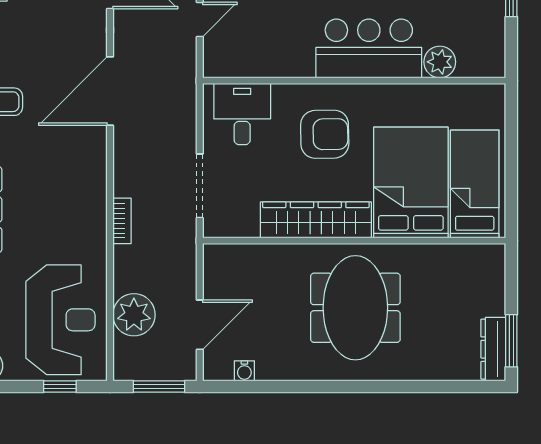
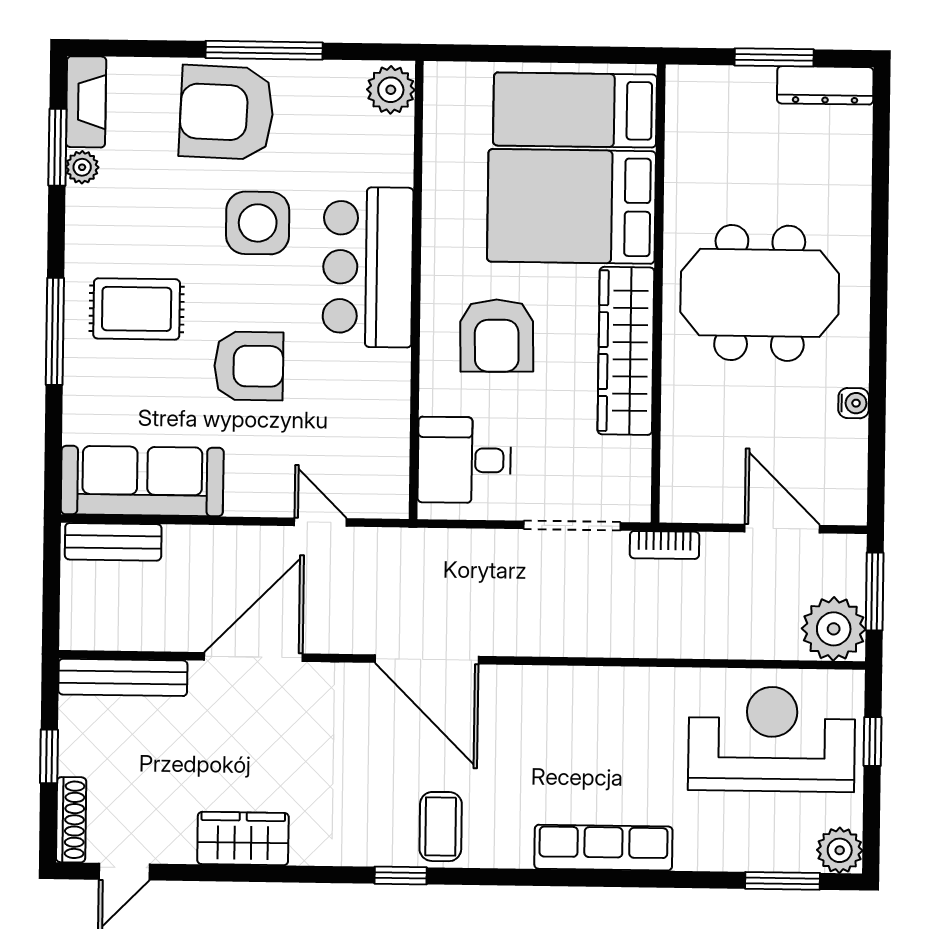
plant: (440, 62) -> (391, 90), moved
armchair: (325, 134) -> (497, 336), turned 180
bookcase: (122, 221) -> (664, 545), moved, turned 180
plant: (134, 315) -> (834, 629), moved
window: (511, 341) -> (774, 57), moved
water cooler: (244, 371) -> (854, 403), moved

